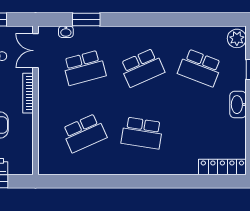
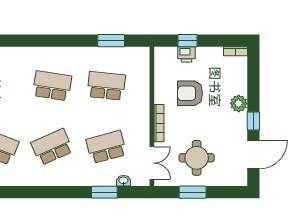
school desk: (84, 133) -> (106, 86), turned 30
window: (79, 181) -> (111, 41), added

